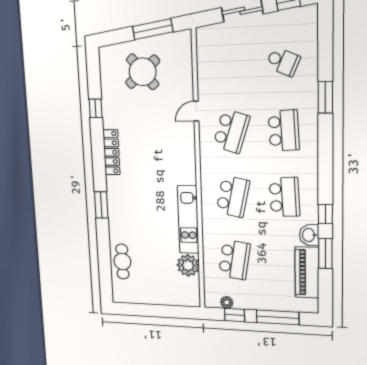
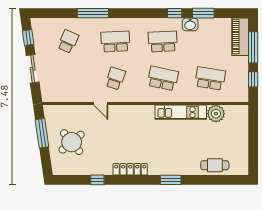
window: (325, 97) -> (93, 13), width x1.44
school desk: (231, 131) -> (115, 78), width x0.54
piano: (307, 272) -> (240, 37), moved, turned 90
plant: (227, 302) -> (243, 85), removed

